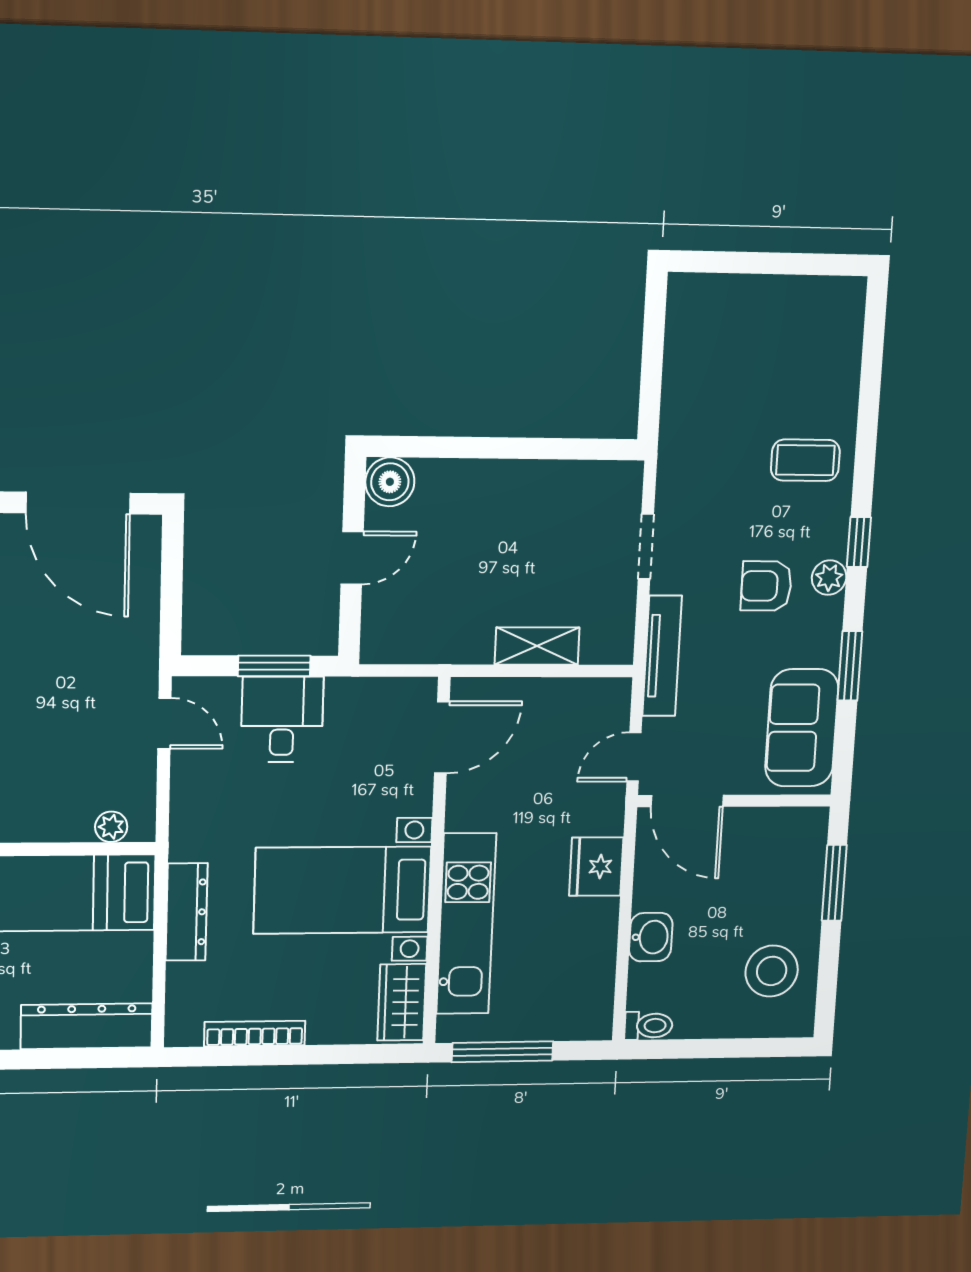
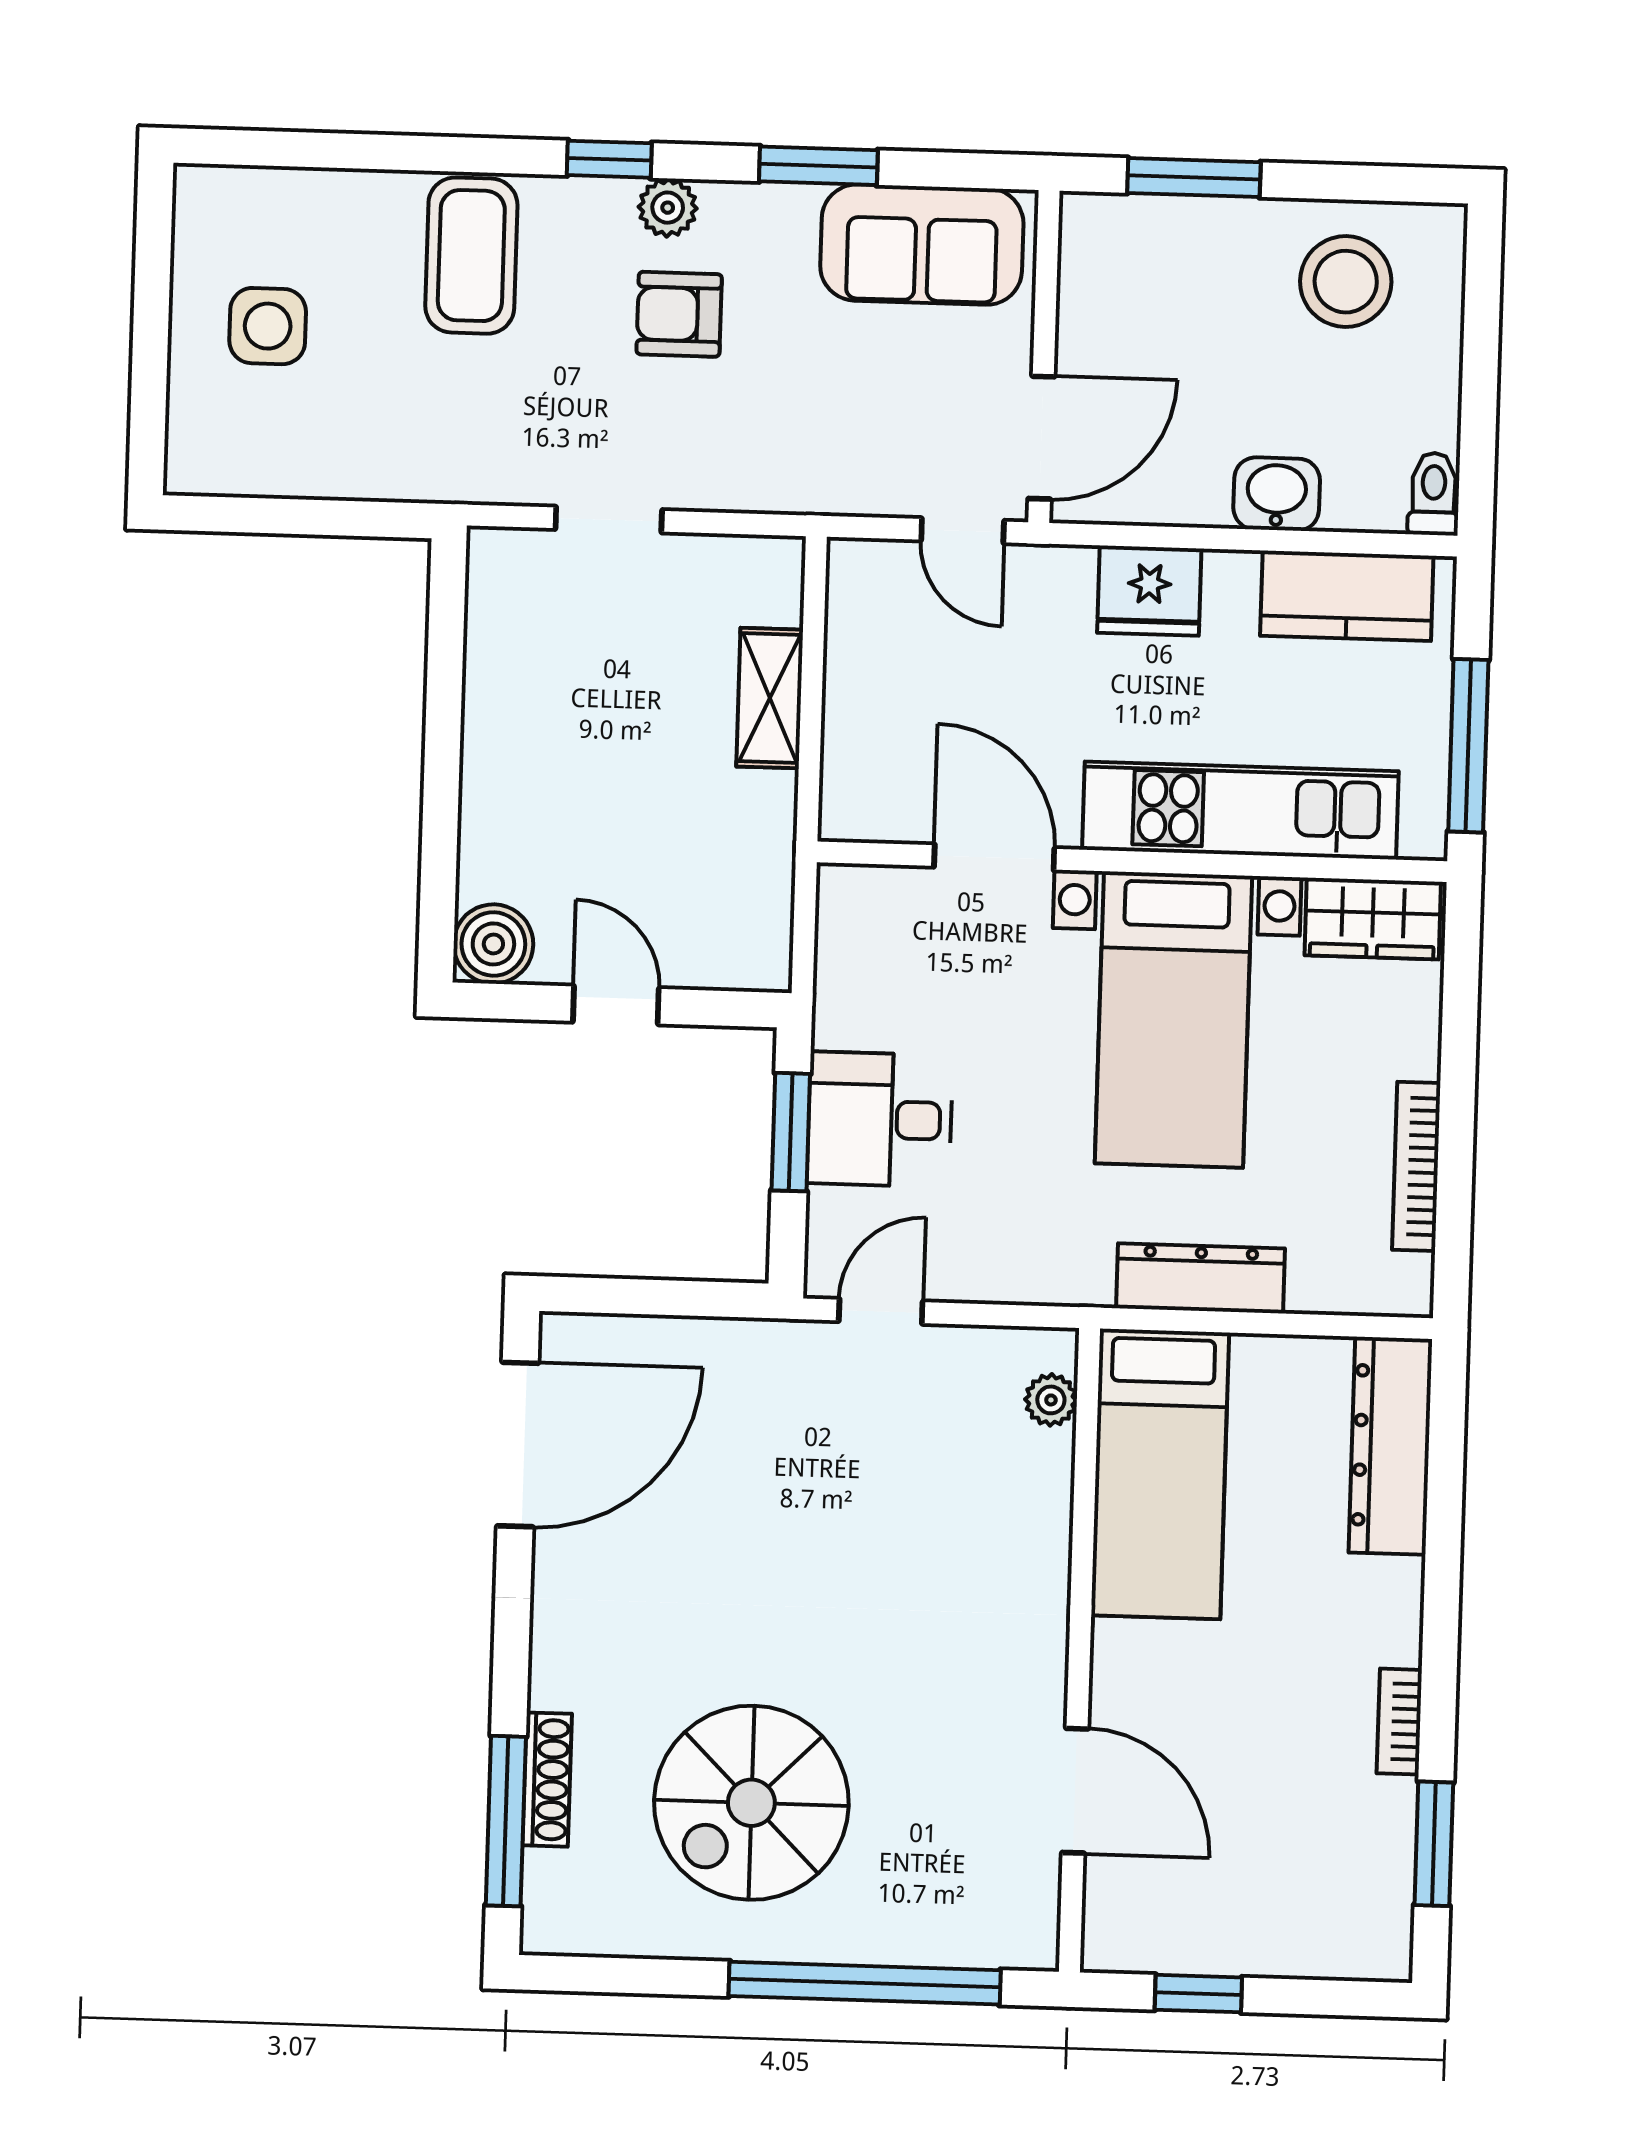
side table: (768, 336) -> (268, 326), added
coffee table: (805, 460) -> (471, 256), width x1.36, depth x1.30
armchair: (766, 586) -> (679, 314), turned 90
tv unit: (662, 656) -> (792, 487), removed
door: (442, 737) -> (994, 857), moved
kitchen counter: (591, 979) -> (1347, 596), added

